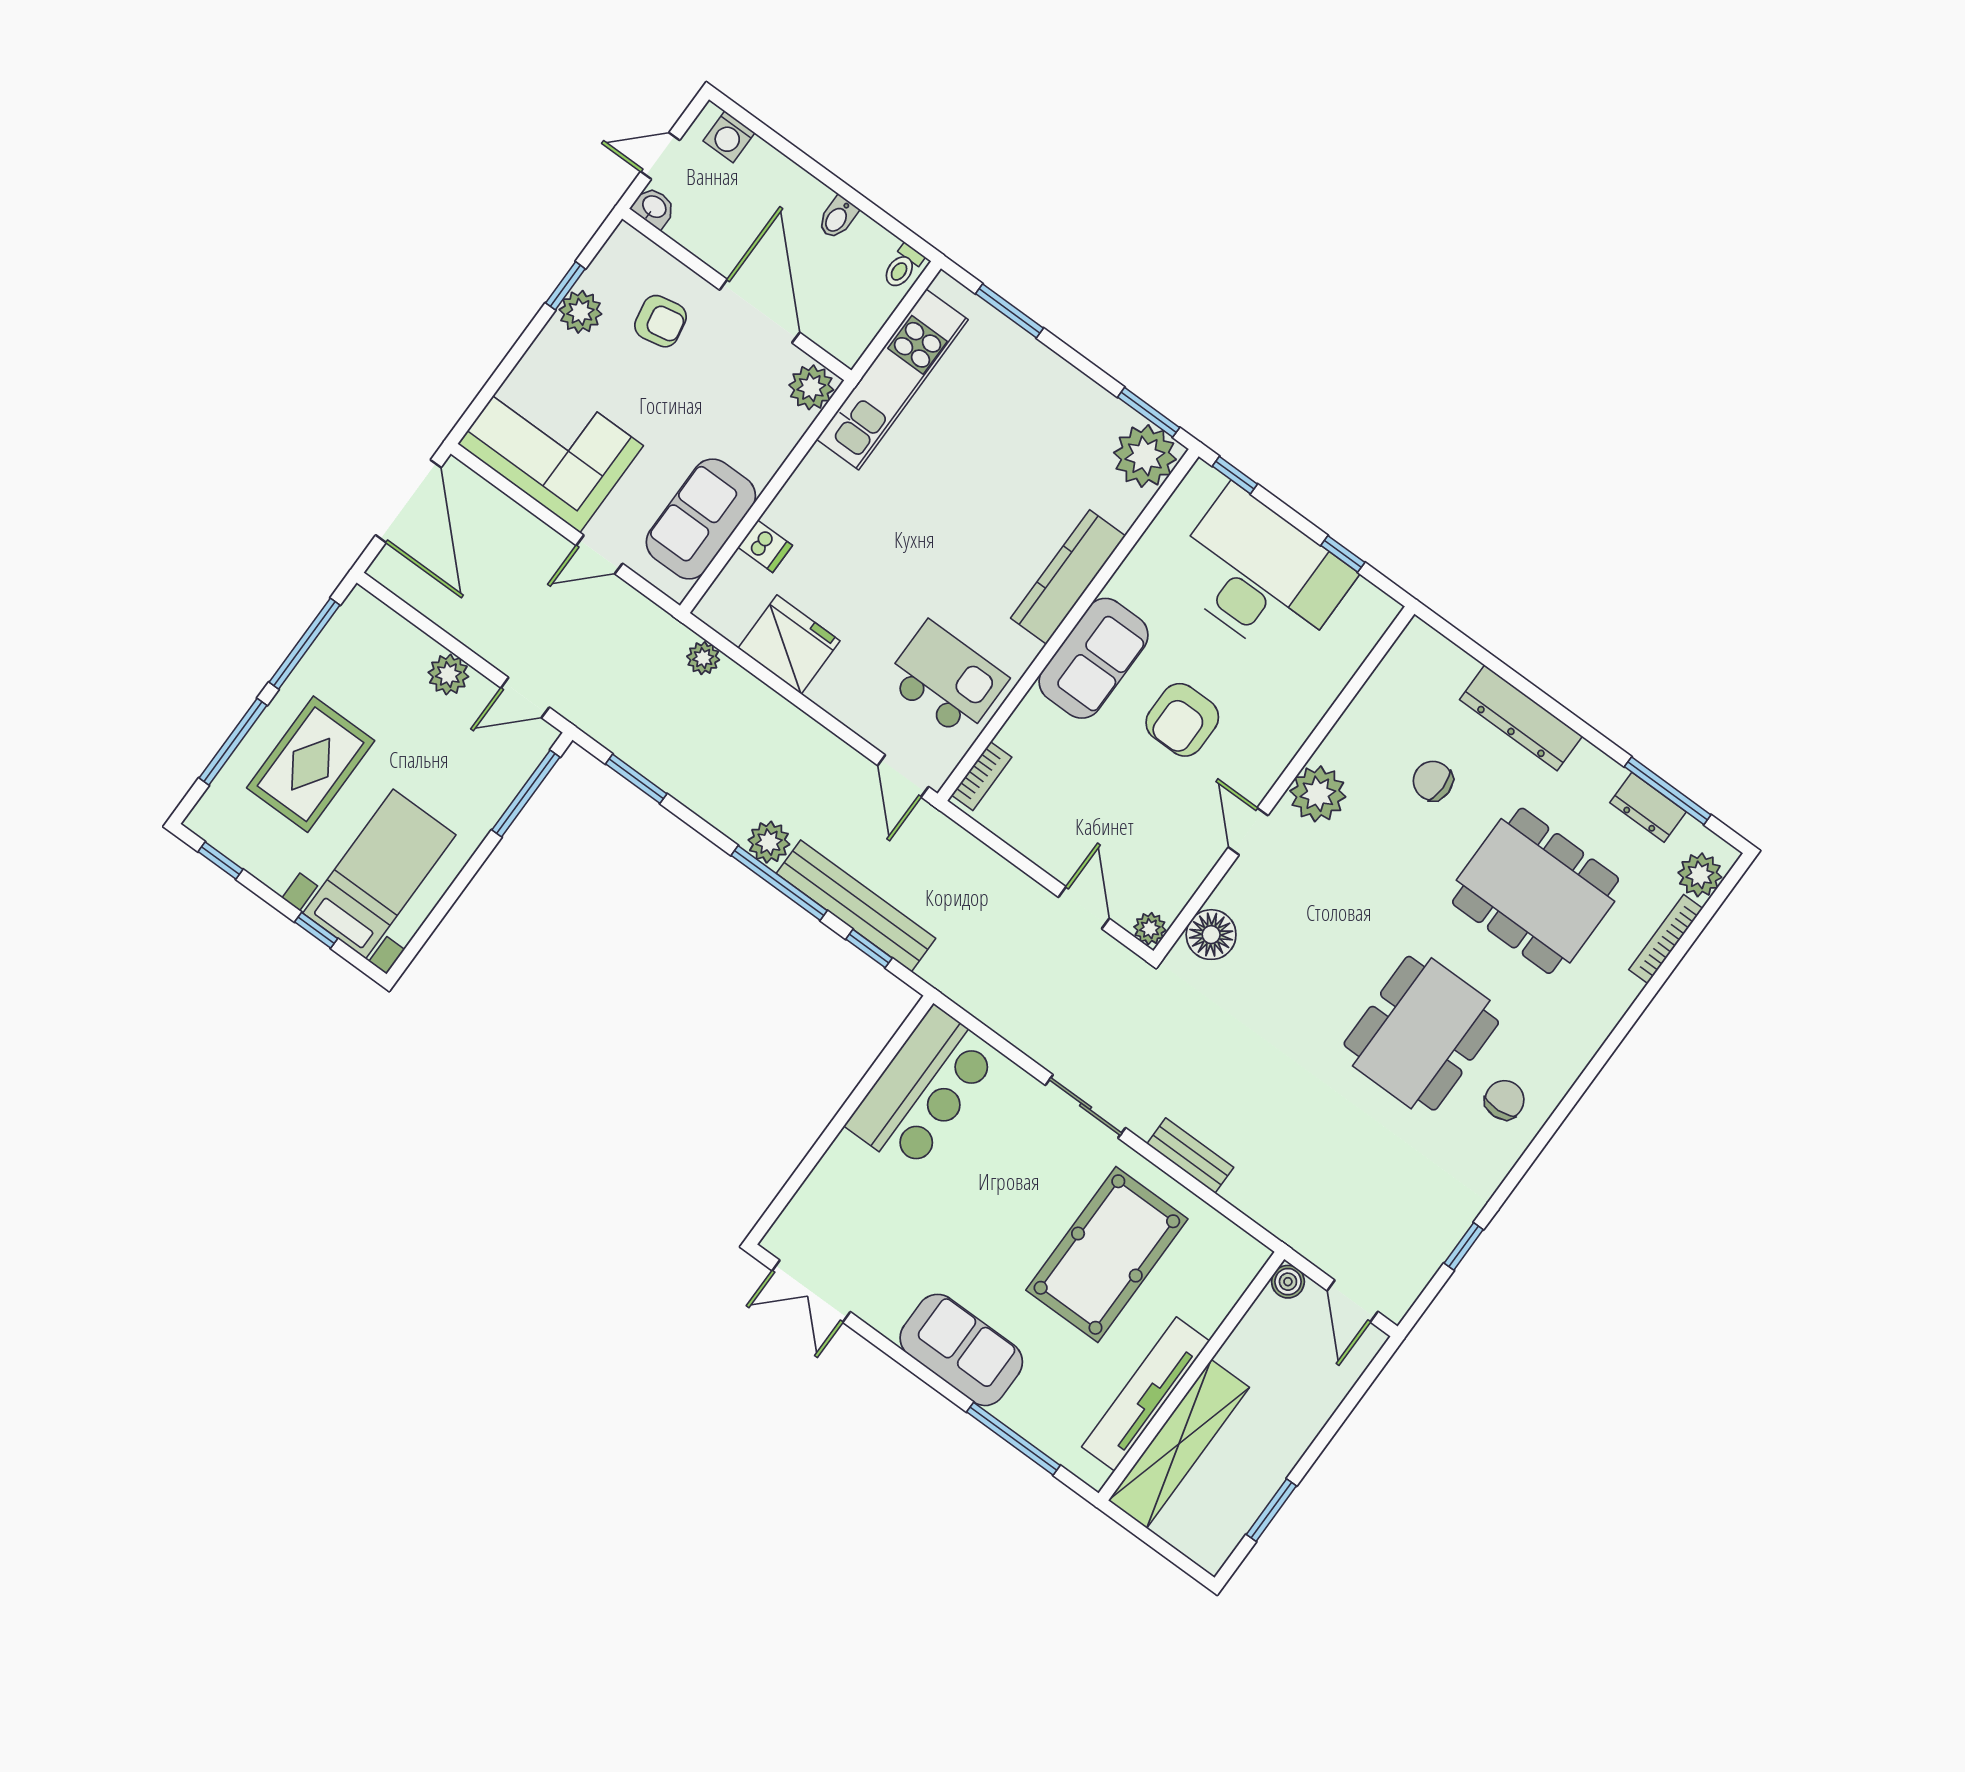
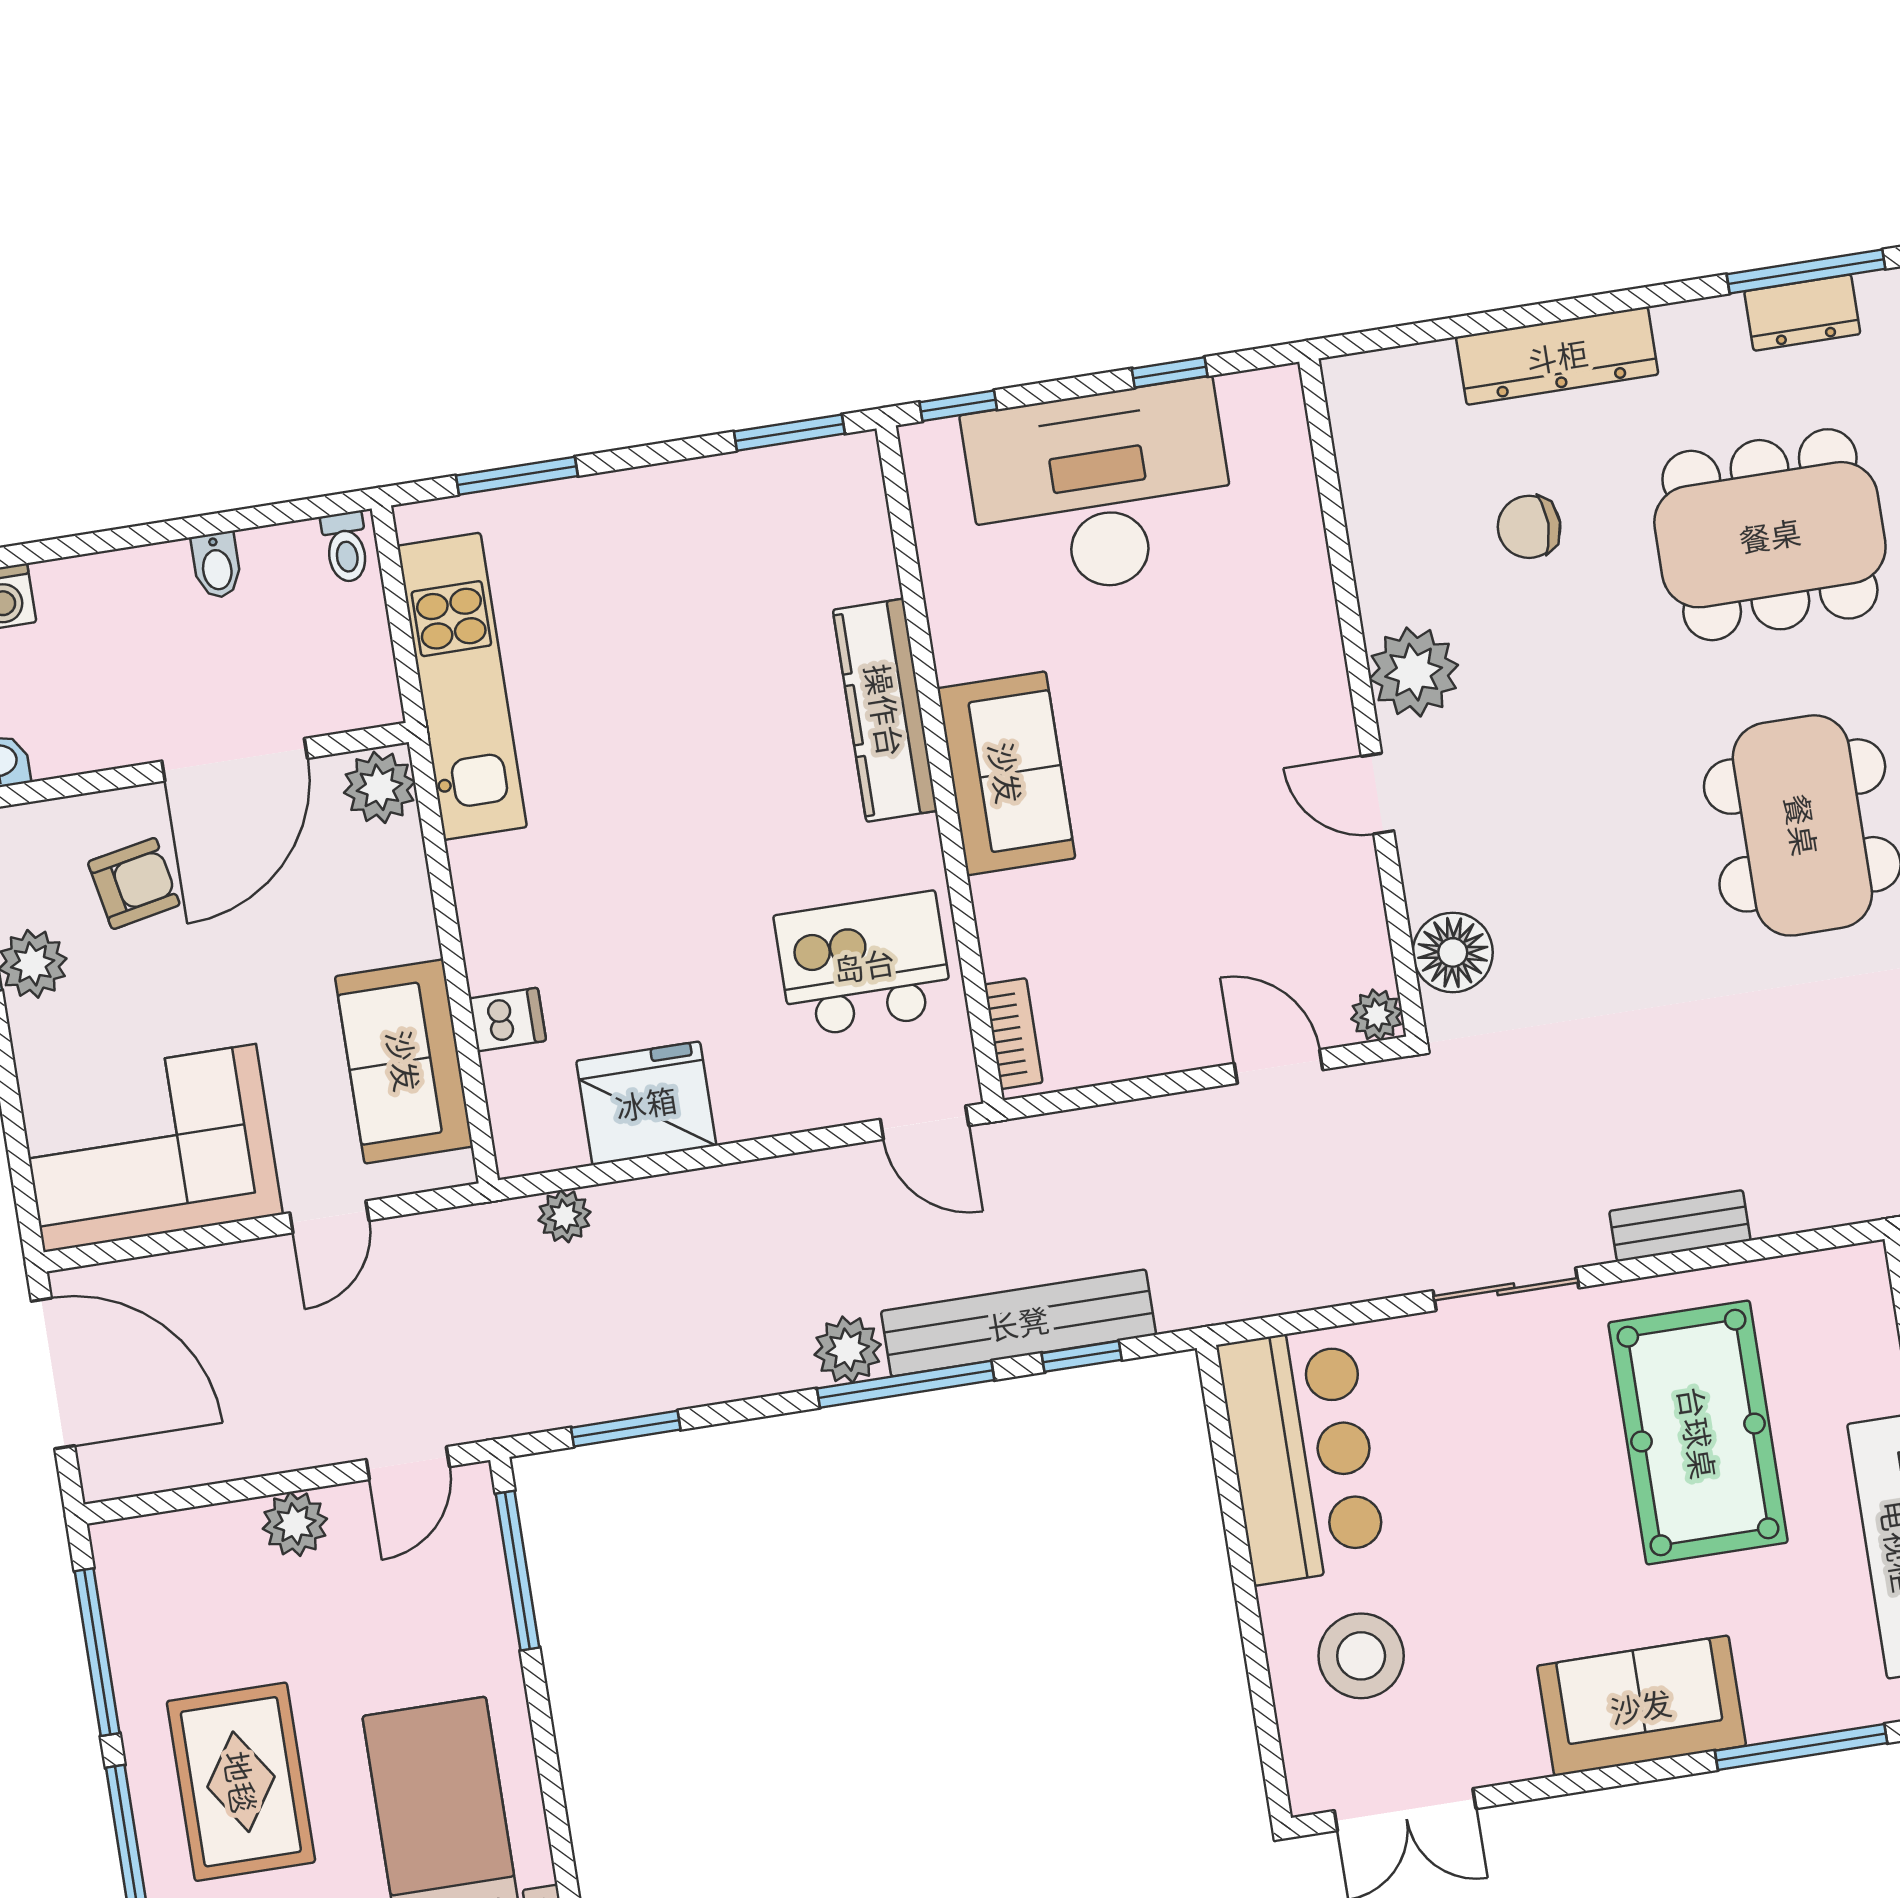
door: (760, 311) -> (235, 760), swing flipped
plant: (1145, 456) -> (835, 486), removed
armchair: (1182, 720) -> (1176, 742), removed
stool: (860, 1204) -> (1361, 1656), added

